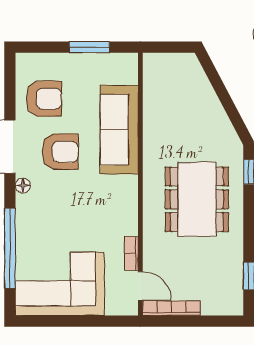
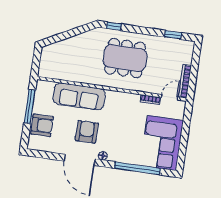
window: (89, 47) -> (30, 107), width x1.44
armchair: (44, 99) -> (42, 125), moved, turned 90

